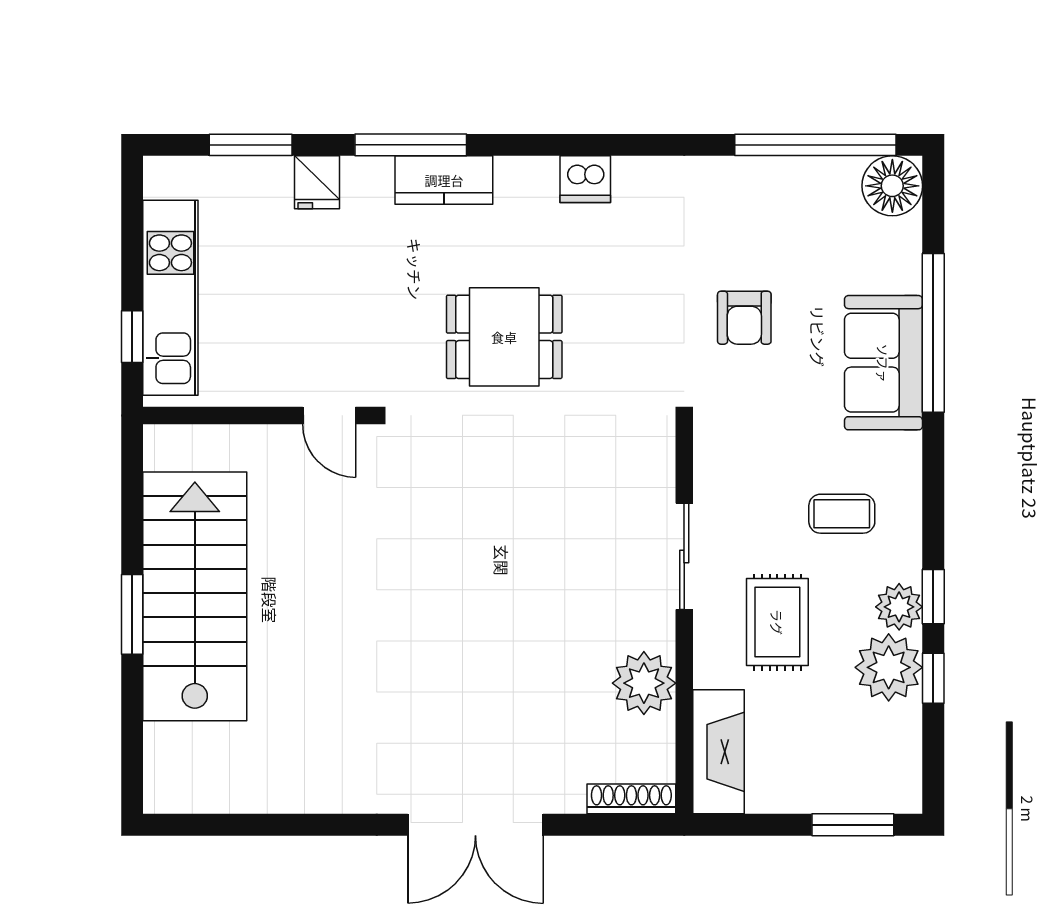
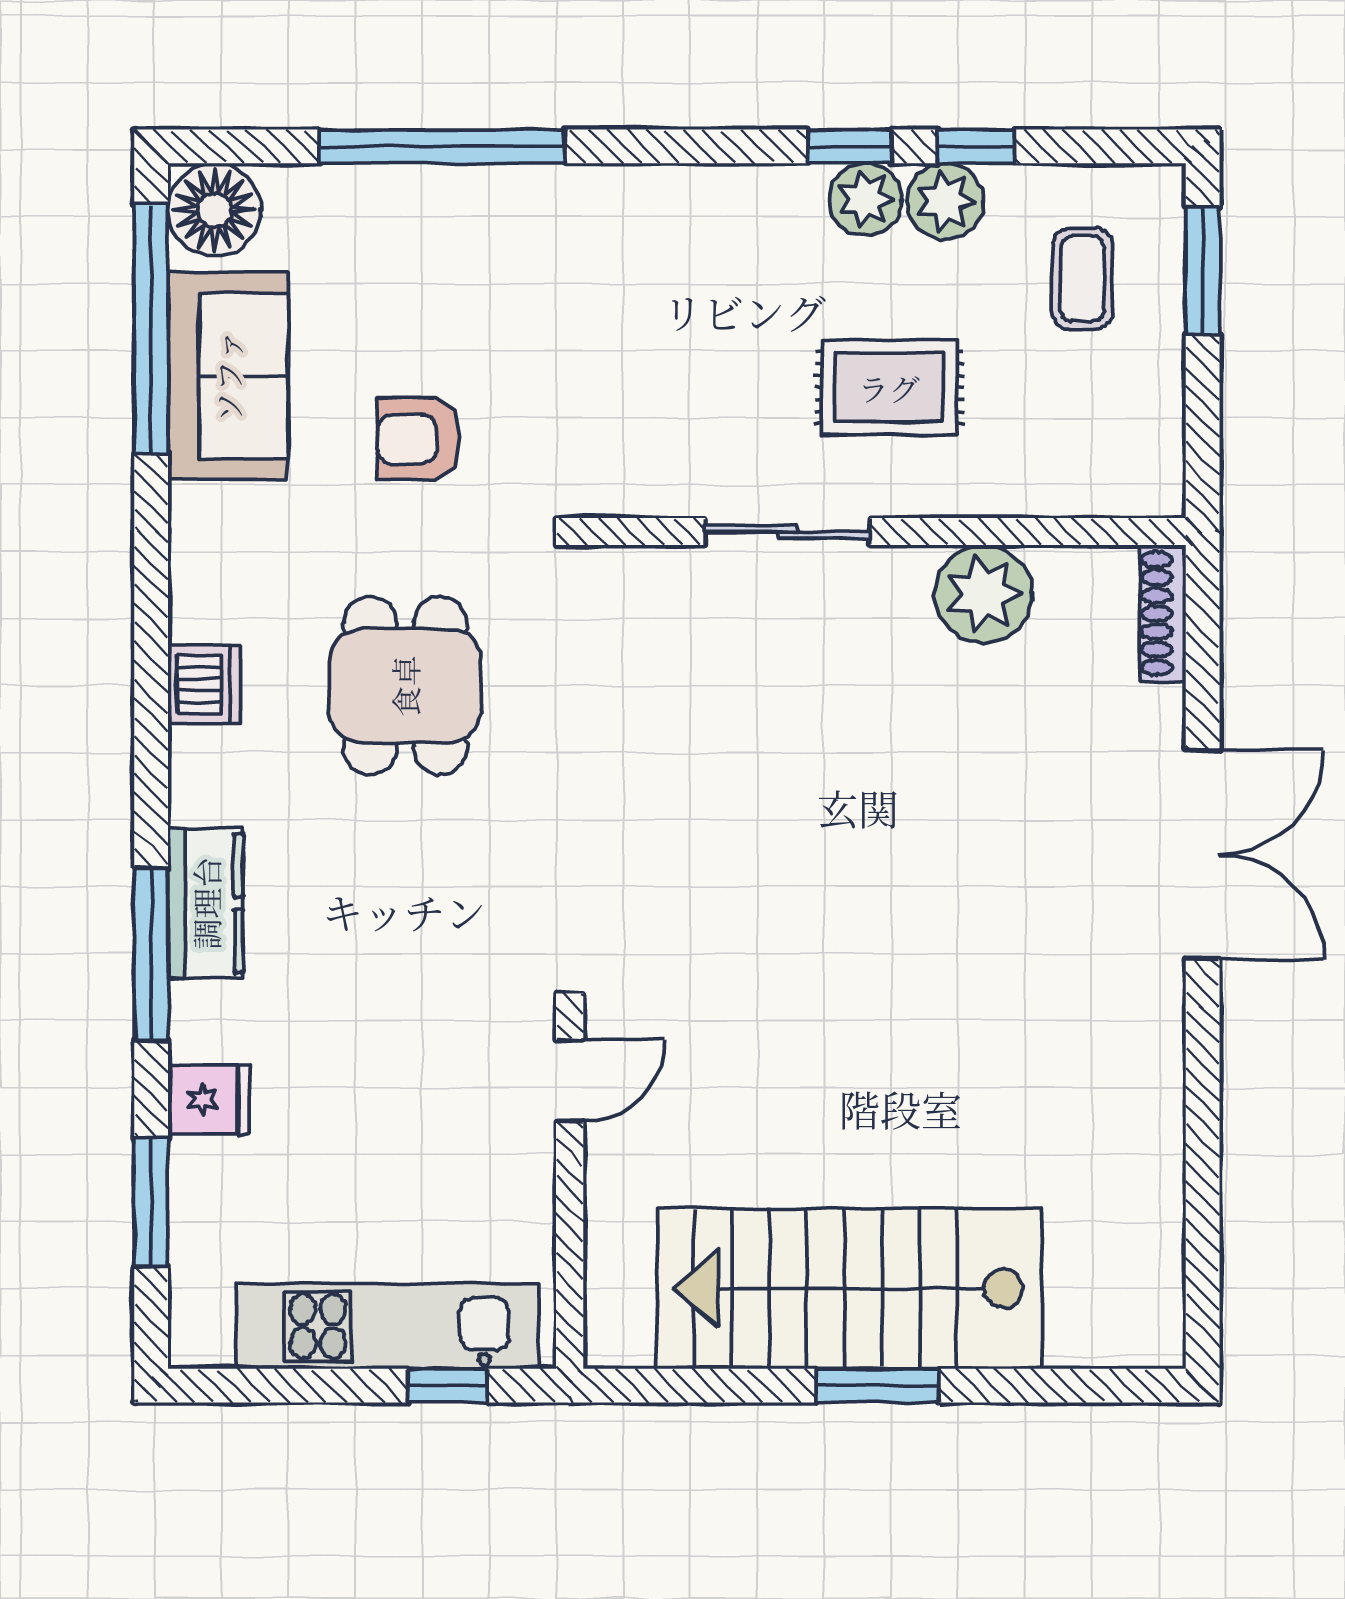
armchair: (744, 318) -> (418, 439), turned 180
dining table: (504, 337) -> (405, 686), moved
sofa: (883, 363) -> (228, 376), moved, turned -90
coffee table: (842, 514) -> (1083, 279), moved
plant: (889, 667) -> (945, 201), width x0.73, depth x0.73
fireplace: (718, 752) -> (1090, 479), removed

